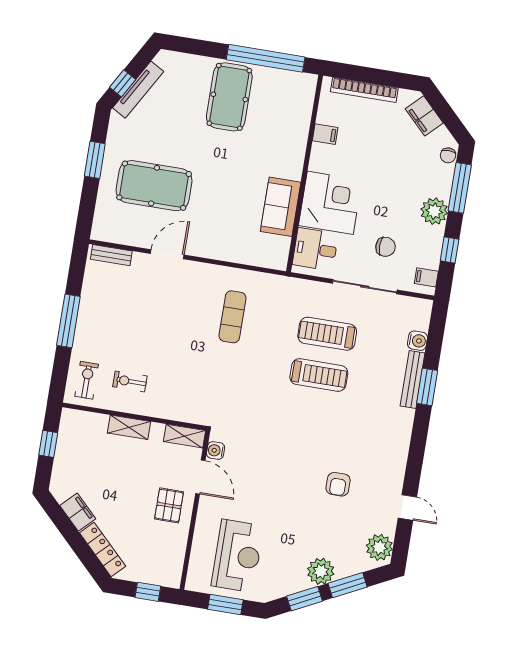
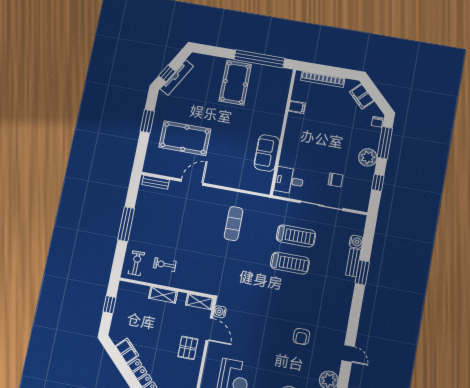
corner desk: (330, 203) -> (299, 151), removed
filing cabinet: (426, 277) -> (362, 200), removed
treadmill: (327, 334) -> (296, 236), turned 180
bench: (413, 380) -> (353, 262), width x0.73

